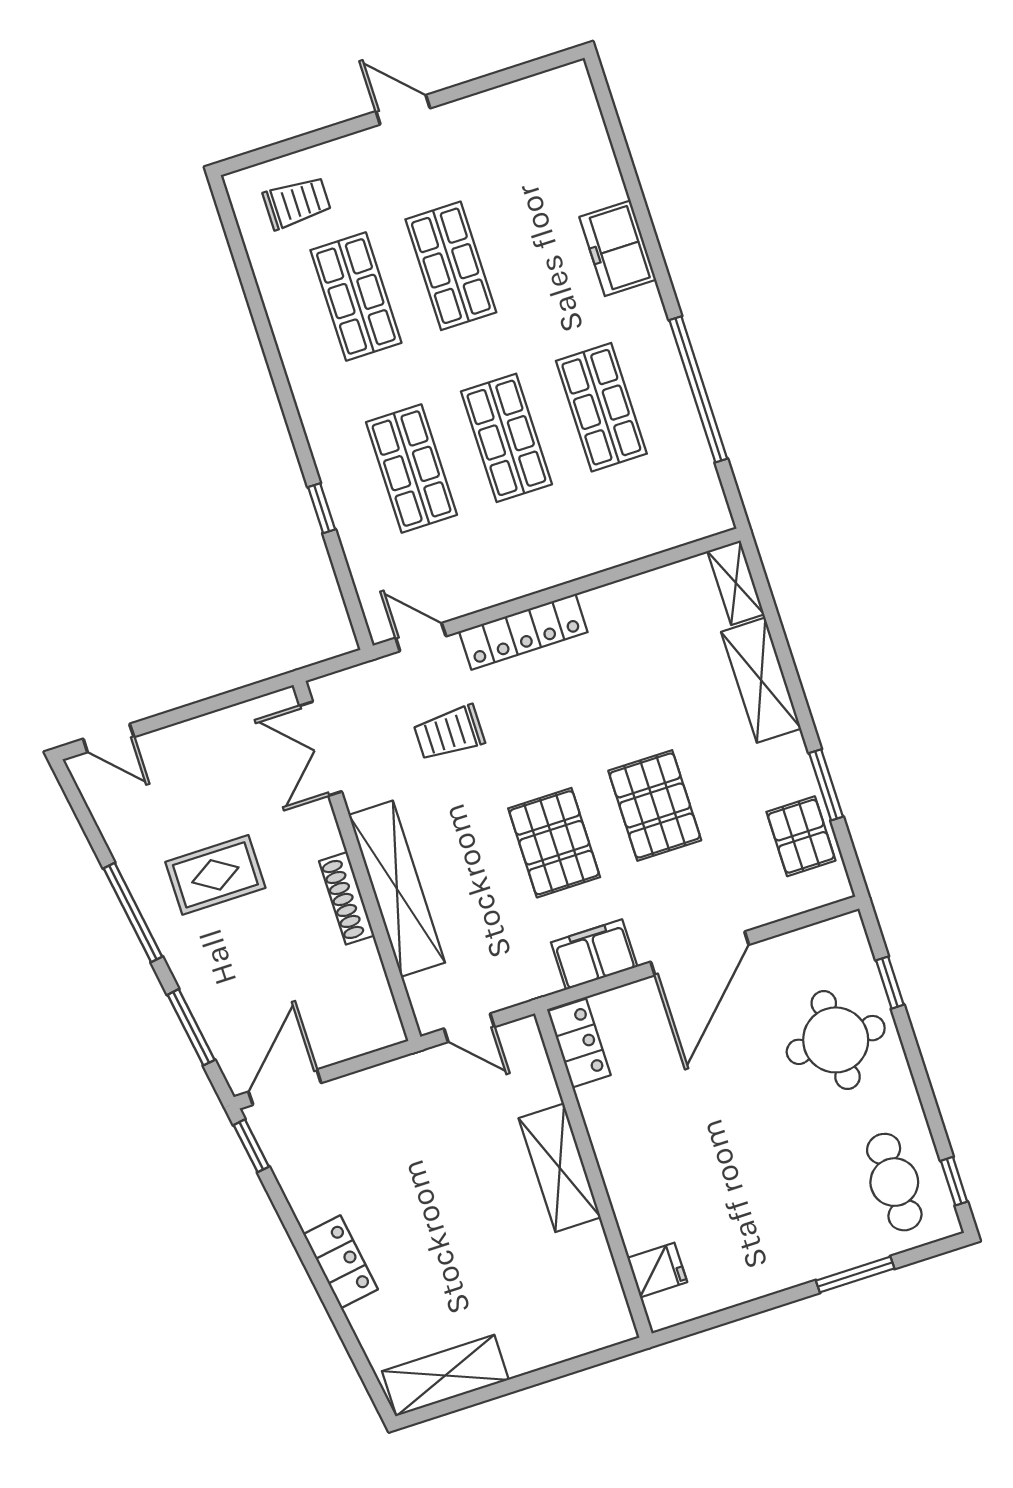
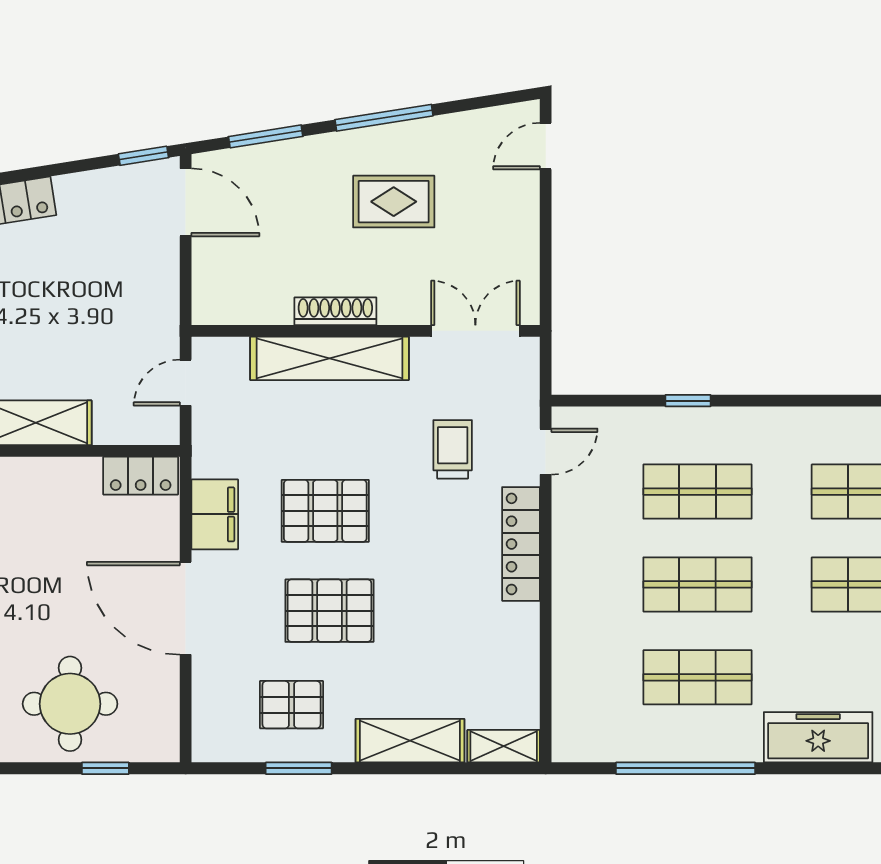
freezer: (618, 248) -> (818, 737), width x1.40
pallet: (801, 836) -> (292, 705), moved
rug: (215, 875) -> (394, 202), turned 90

